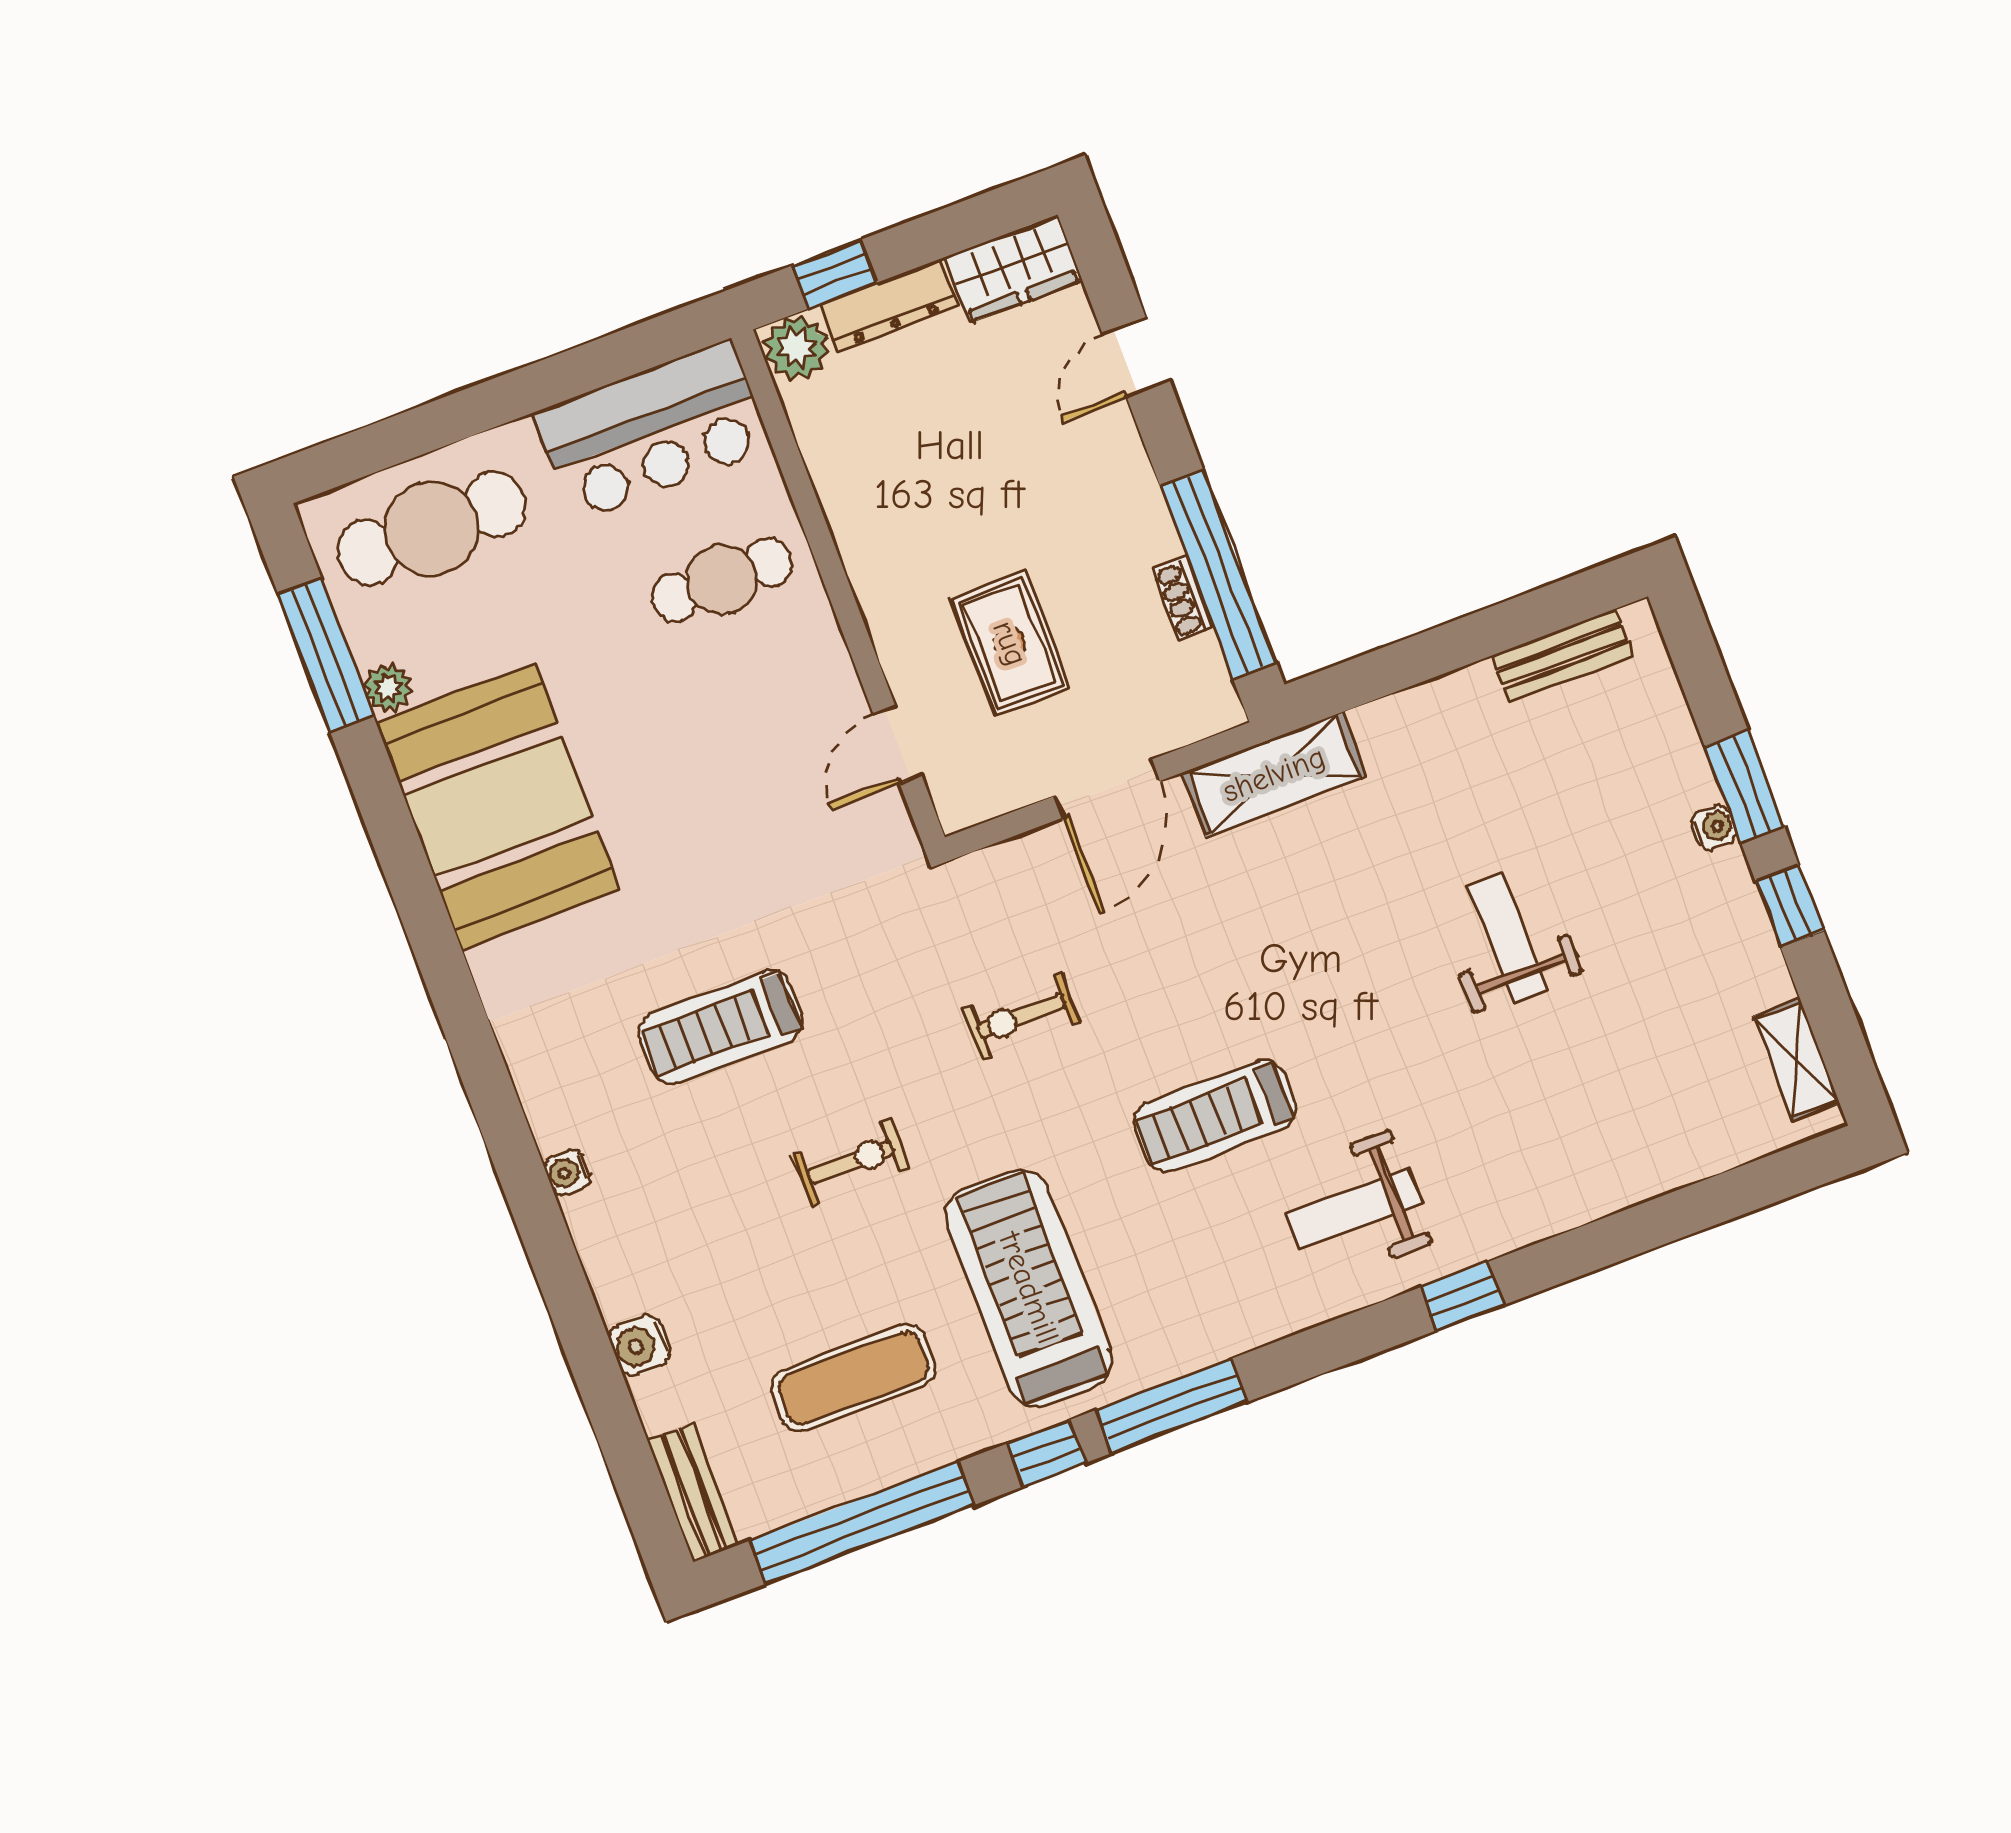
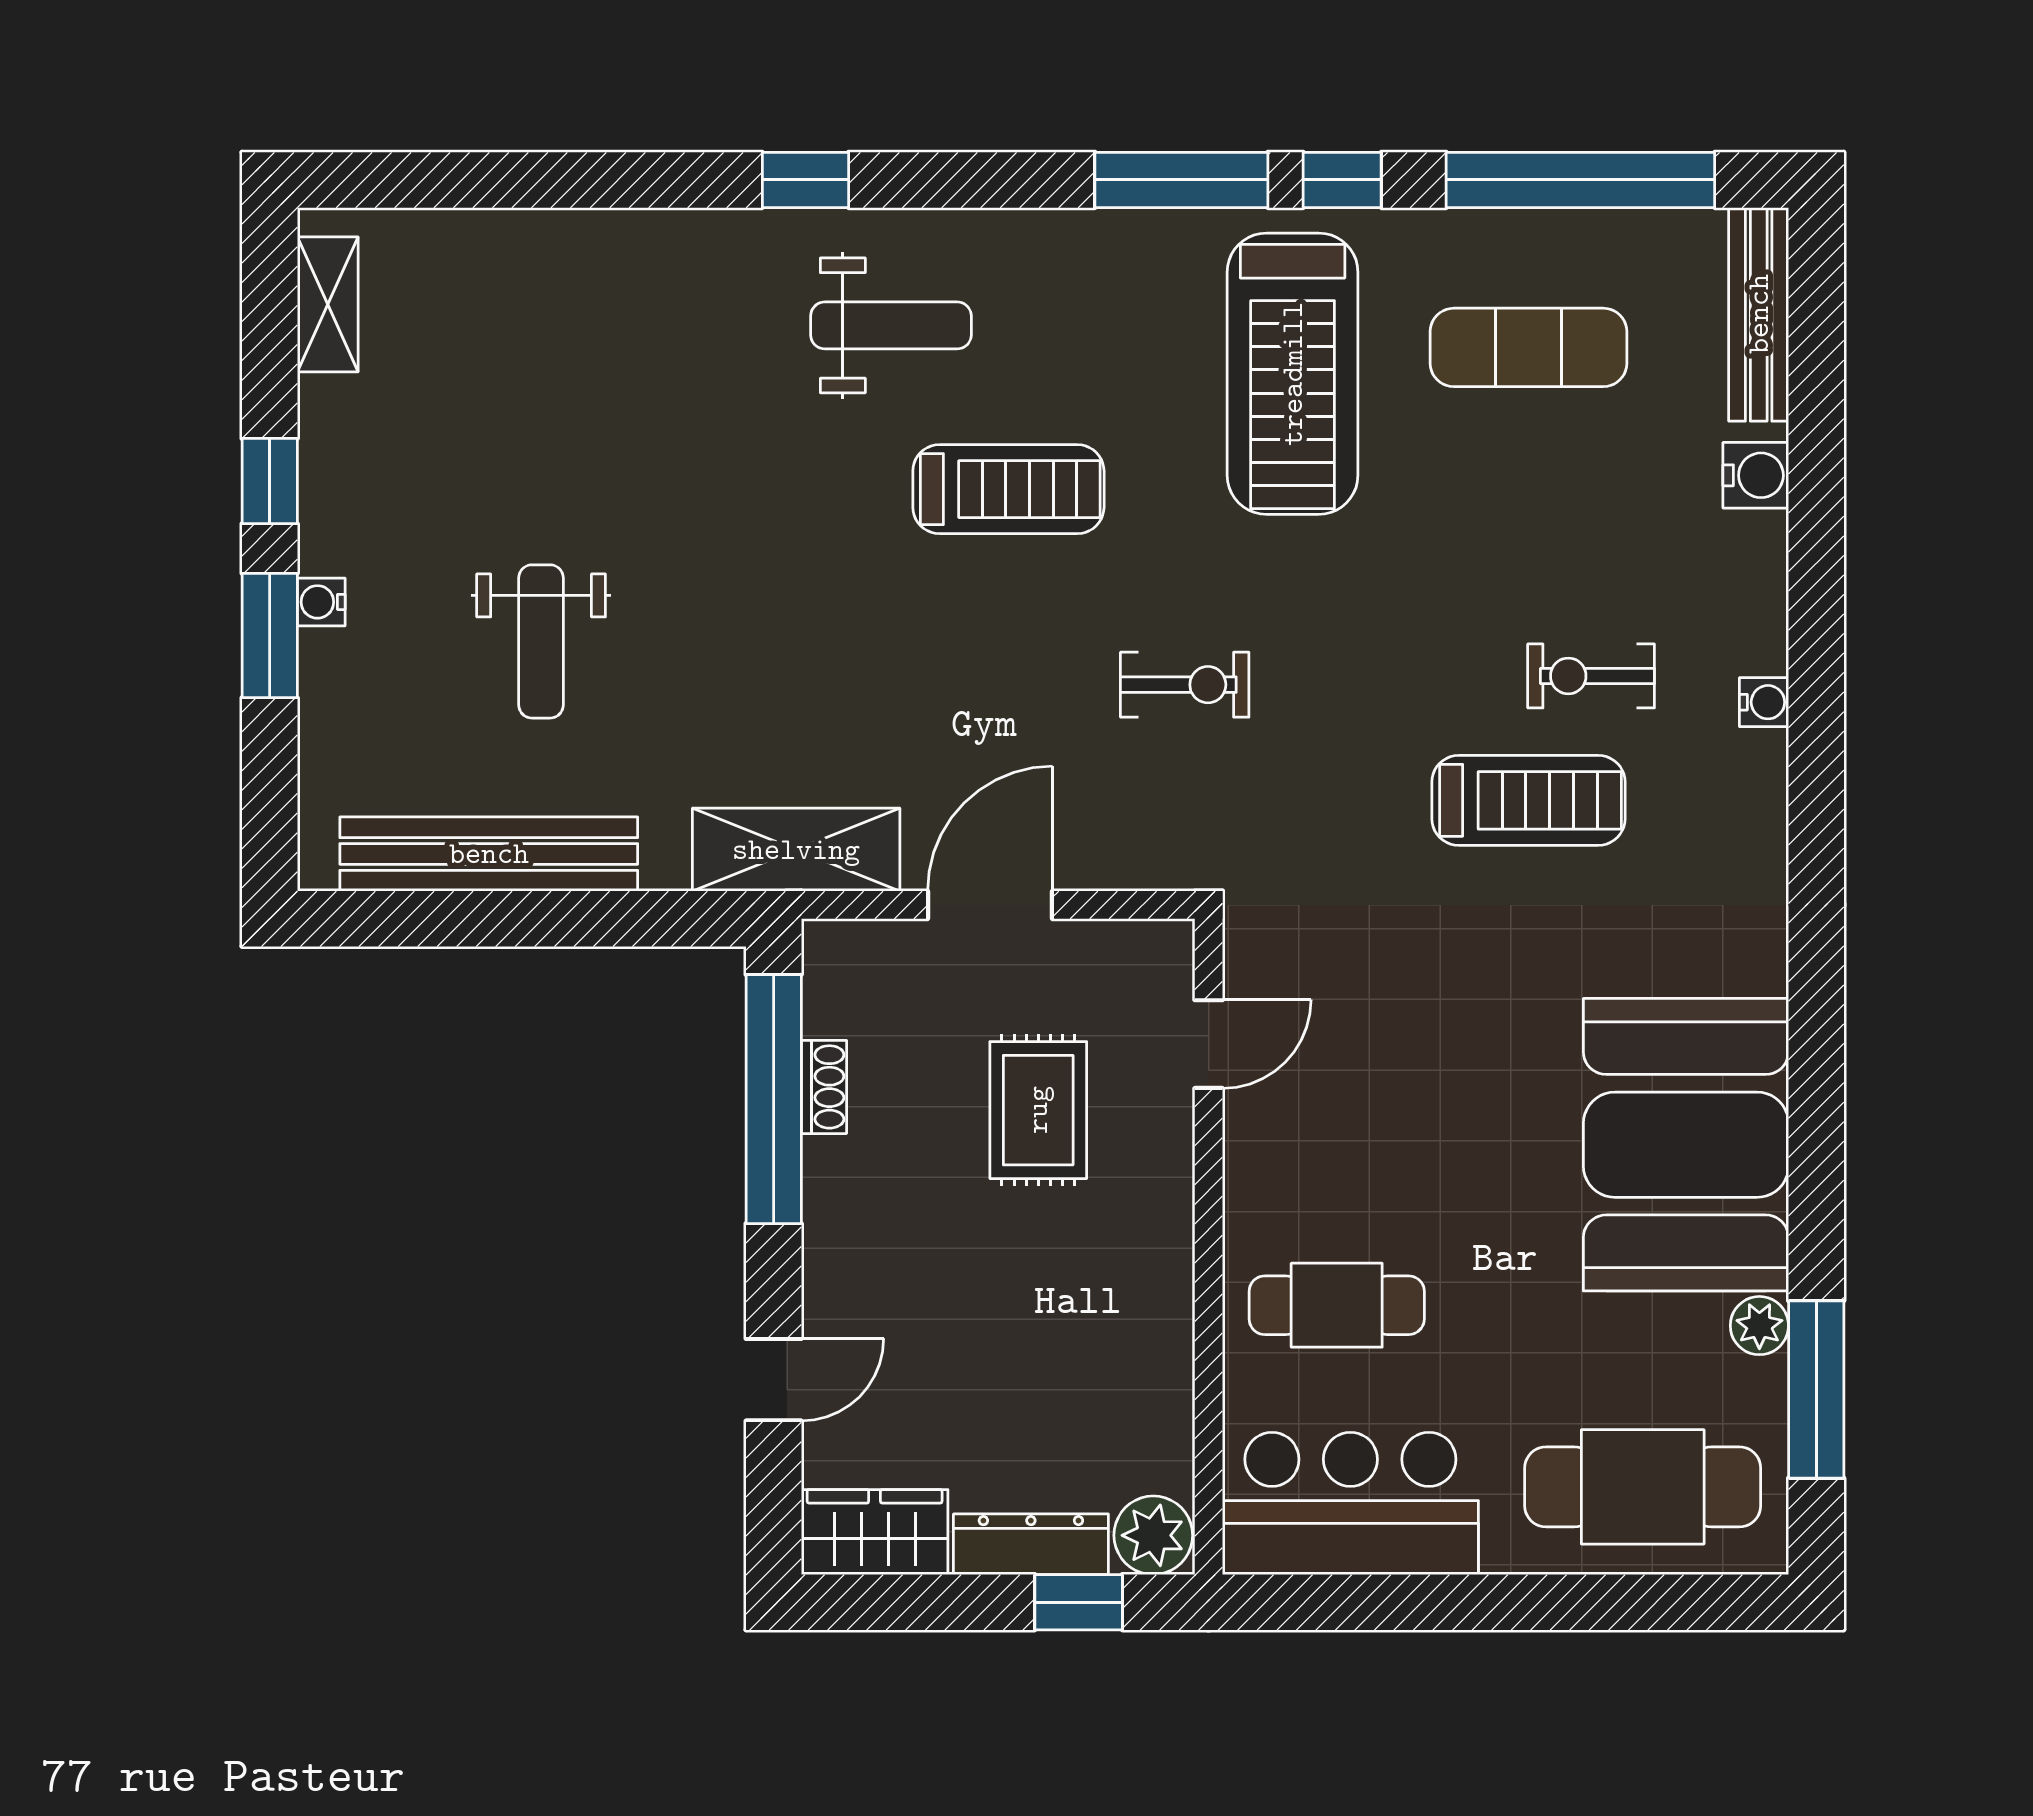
bench: (1562, 656) -> (489, 854), width x1.86, depth x1.21
weight bench: (1508, 938) -> (541, 641), moved
exercise bike: (851, 1162) -> (1591, 676), moved
bench: (693, 1493) -> (1759, 314), width x1.36

